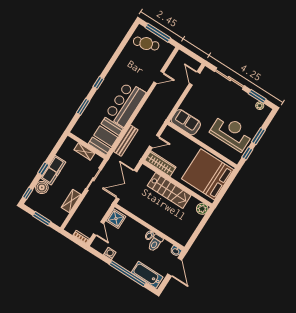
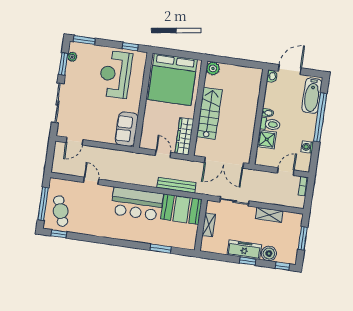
window: (98, 83) -> (59, 234), moved
window: (258, 136) -> (84, 40), moved
shower: (116, 219) -> (267, 139), moved
toilet: (155, 243) -> (270, 124), moved

